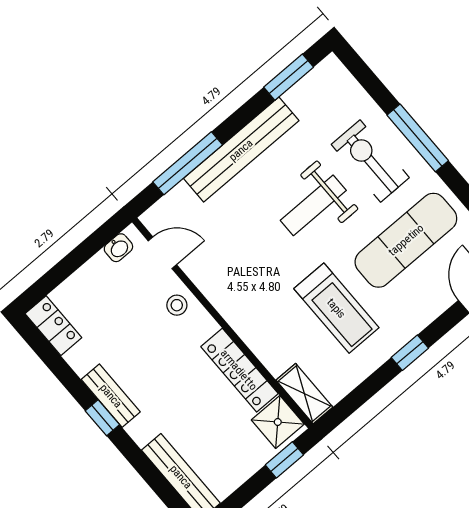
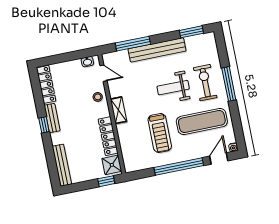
locker: (53, 326) -> (46, 84), width x1.53
window: (410, 353) -> (179, 167), width x3.17
shelving: (304, 394) -> (119, 110), moved

